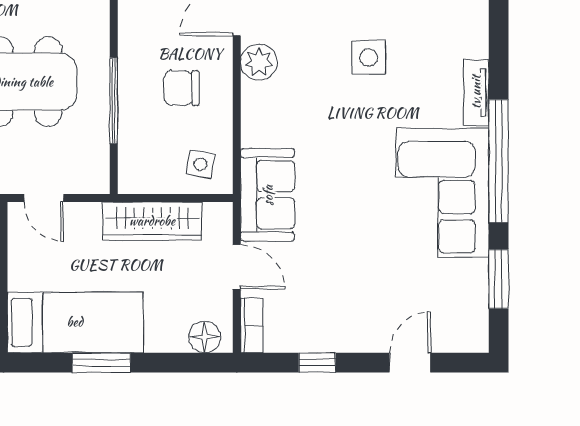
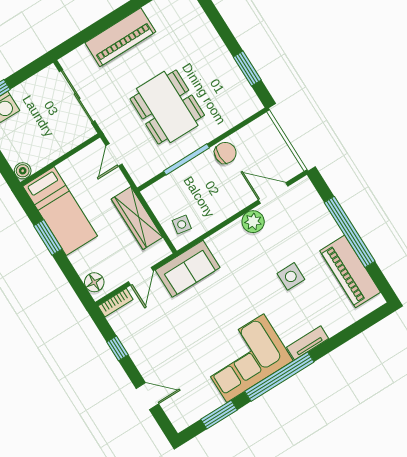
chair: (181, 88) -> (225, 153), moved, turned 90

